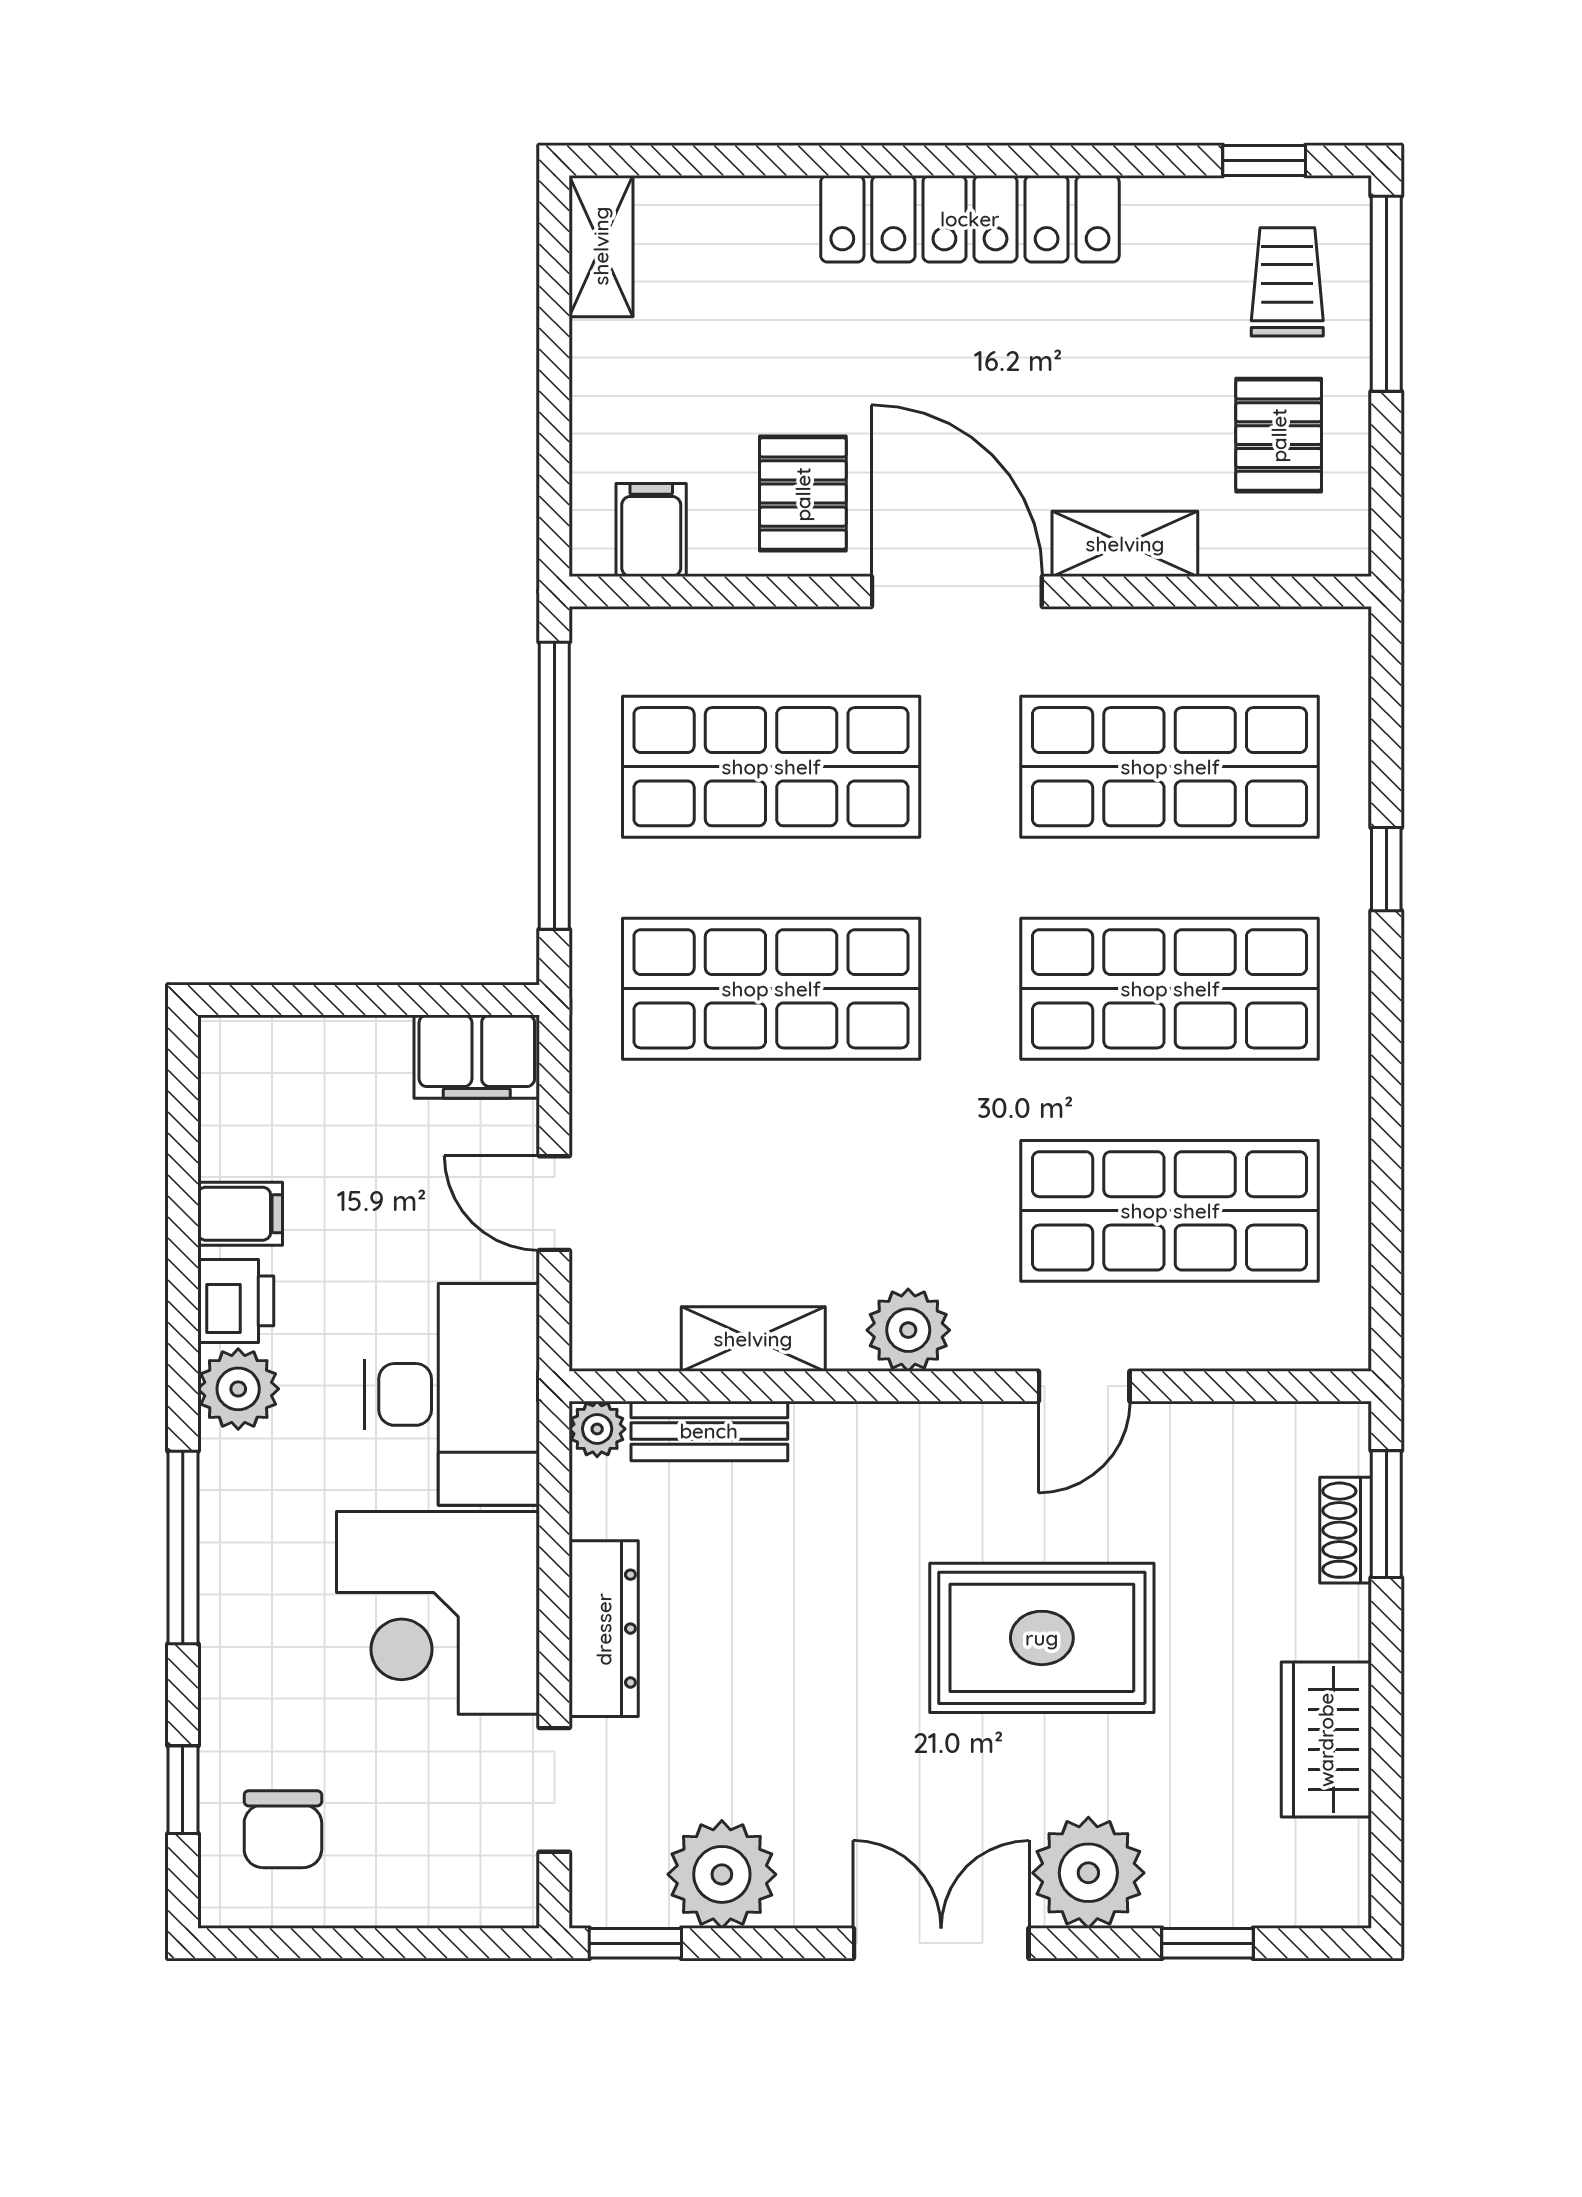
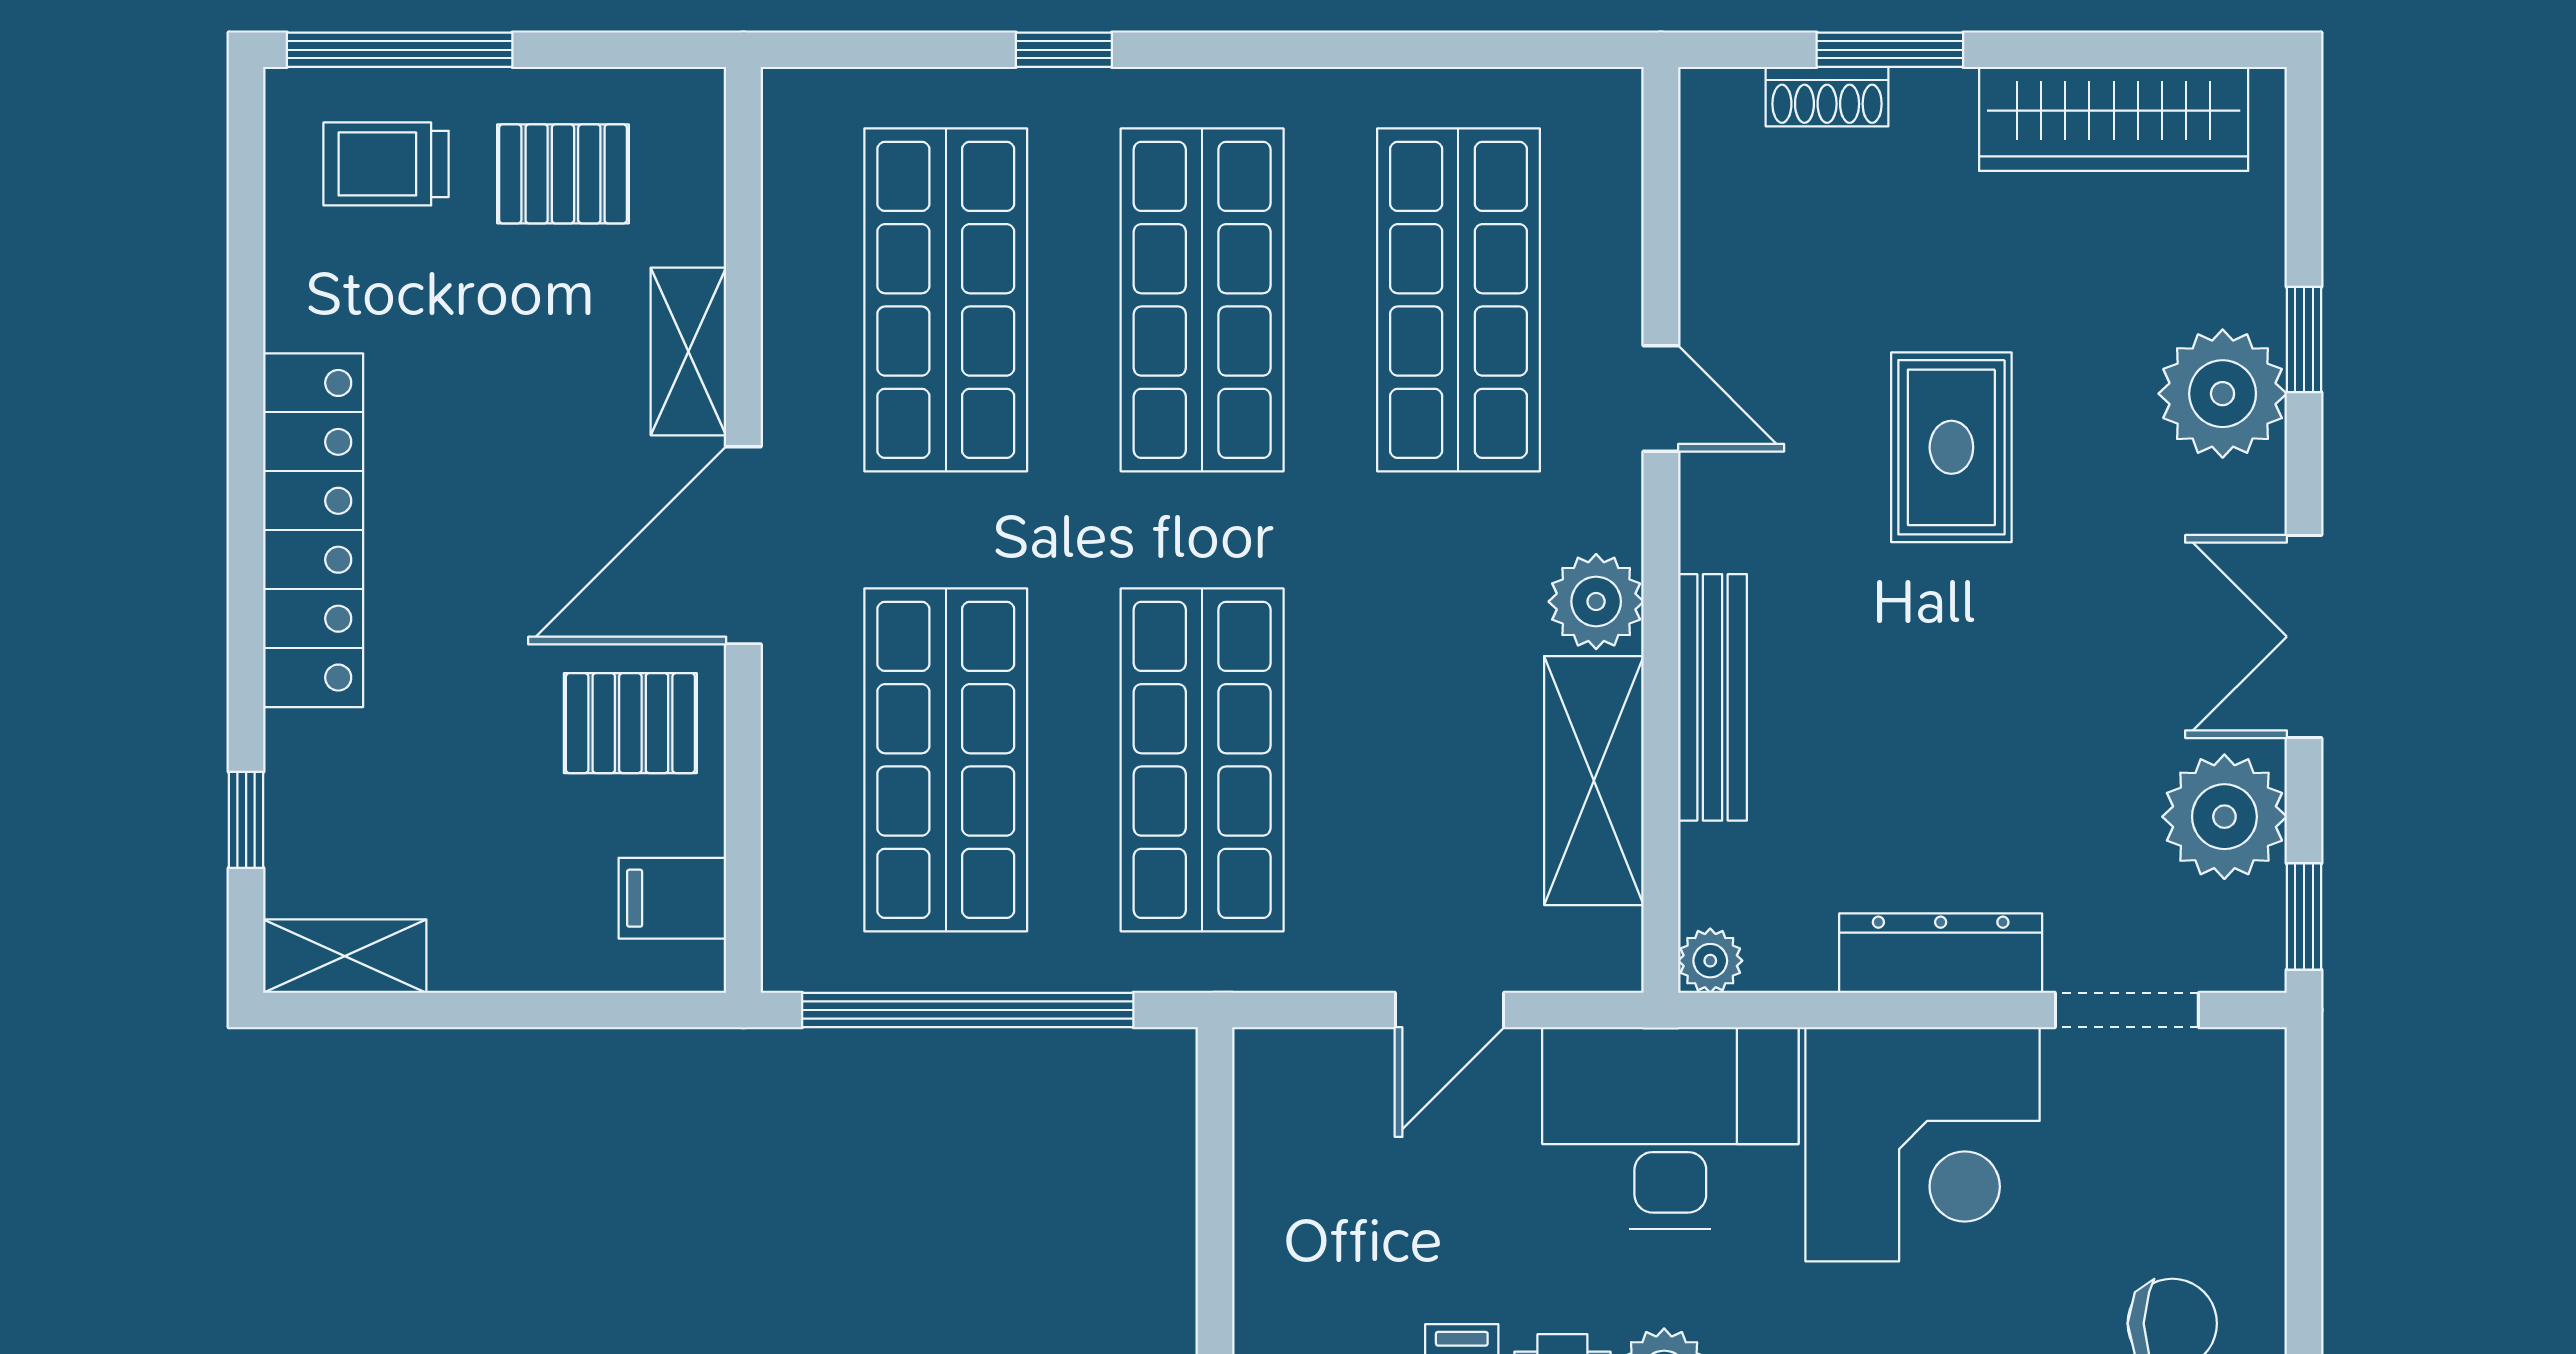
window: (1264, 161) -> (246, 820), moved
filing cabinet: (477, 1057) -> (1280, 1100), removed
shelving: (753, 1339) -> (1594, 781), width x1.50, depth x1.33
bench: (709, 1431) -> (1712, 697), moved, width x1.36
window: (1386, 1514) -> (1890, 50), moved
rug: (1042, 1638) -> (1951, 447), width x0.73, depth x0.70
wardrobe: (1326, 1740) -> (2114, 119), width x1.50
double door: (941, 1943) -> (2304, 637), moved
window: (1208, 1943) -> (2304, 339), moved

